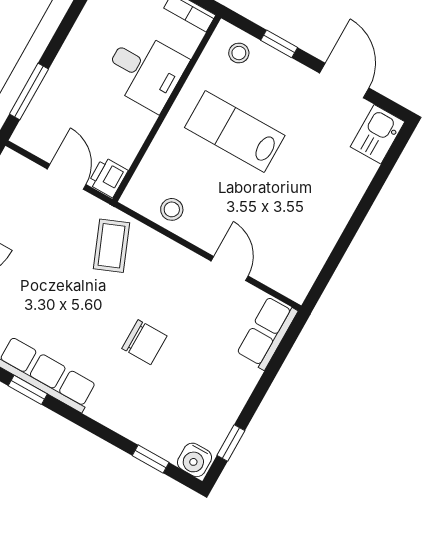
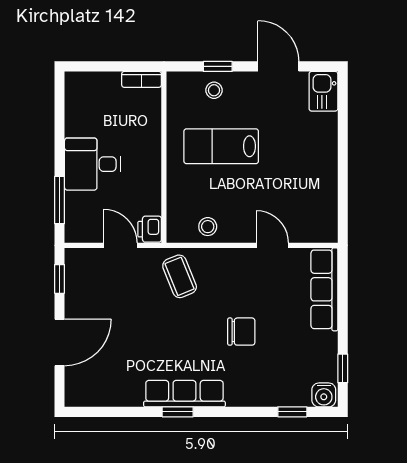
stool: (239, 53) -> (214, 90), moved
desk: (145, 71) -> (93, 164), moved, turned 180
row of seats: (267, 333) -> (324, 289), width x1.48

